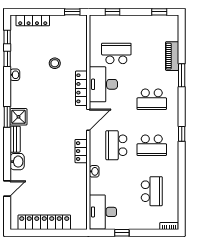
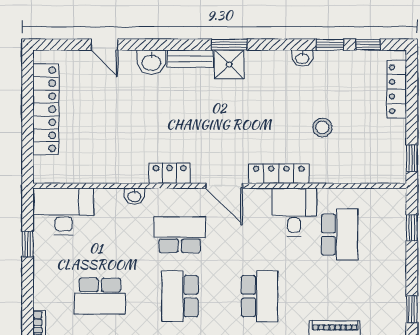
desk: (103, 84) -> (294, 212), width x0.73
school desk: (152, 99) -> (260, 296), turned 180

